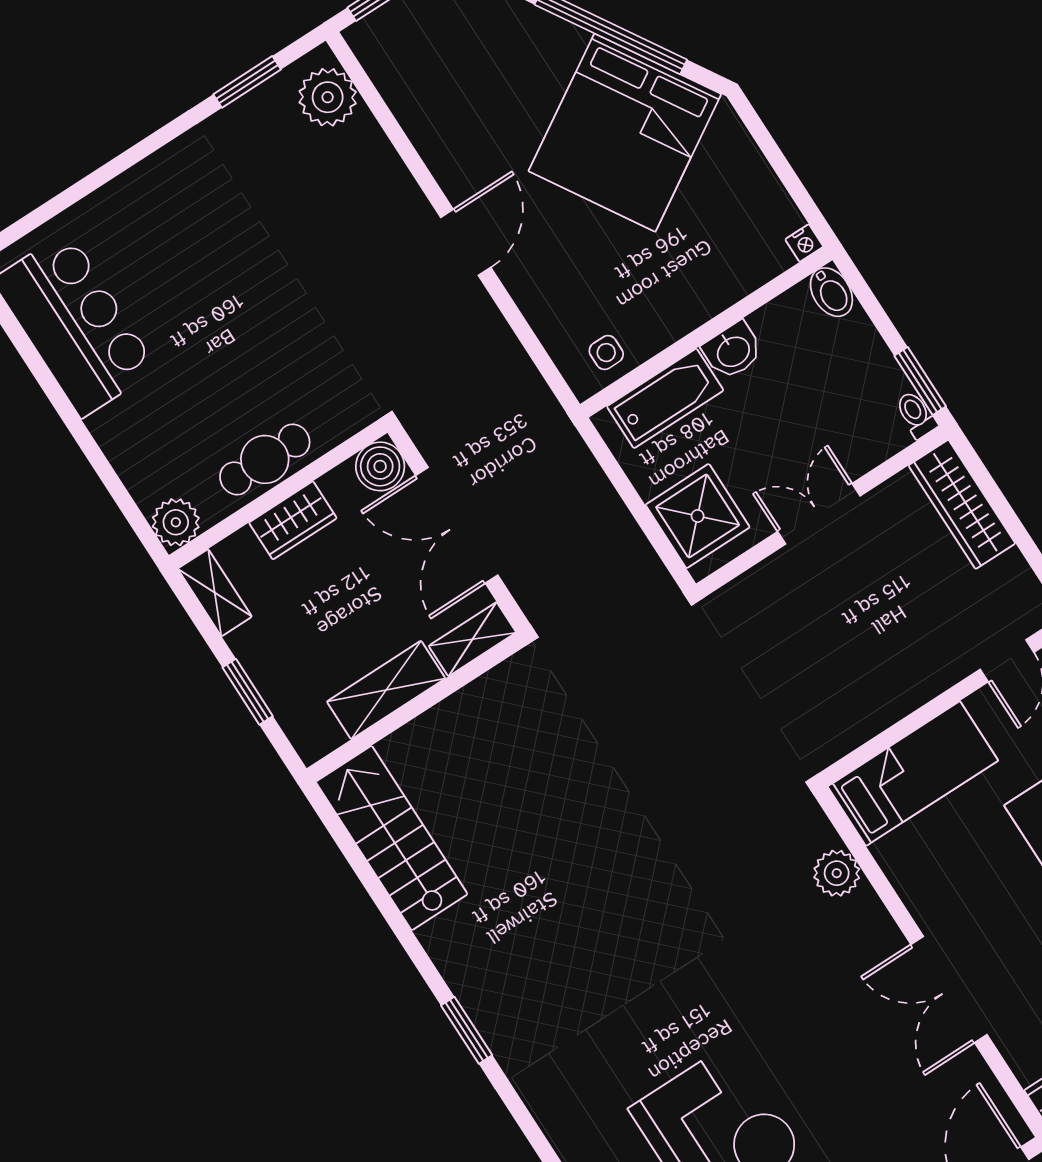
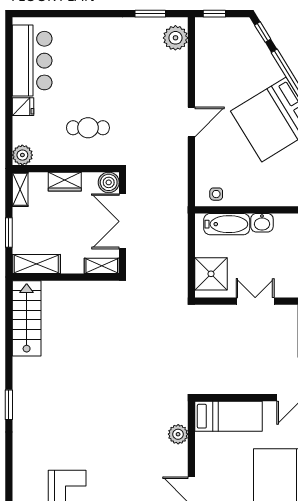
fridge: (115, 426) -> (23, 107), added
cafe table: (265, 459) -> (88, 128), moved
shelving: (386, 690) -> (36, 264), moved

